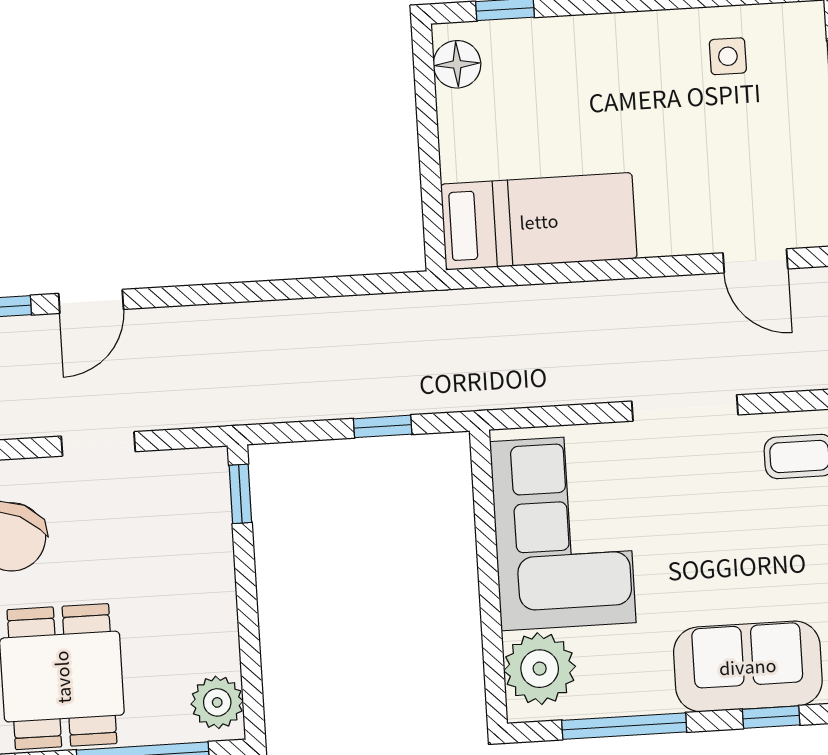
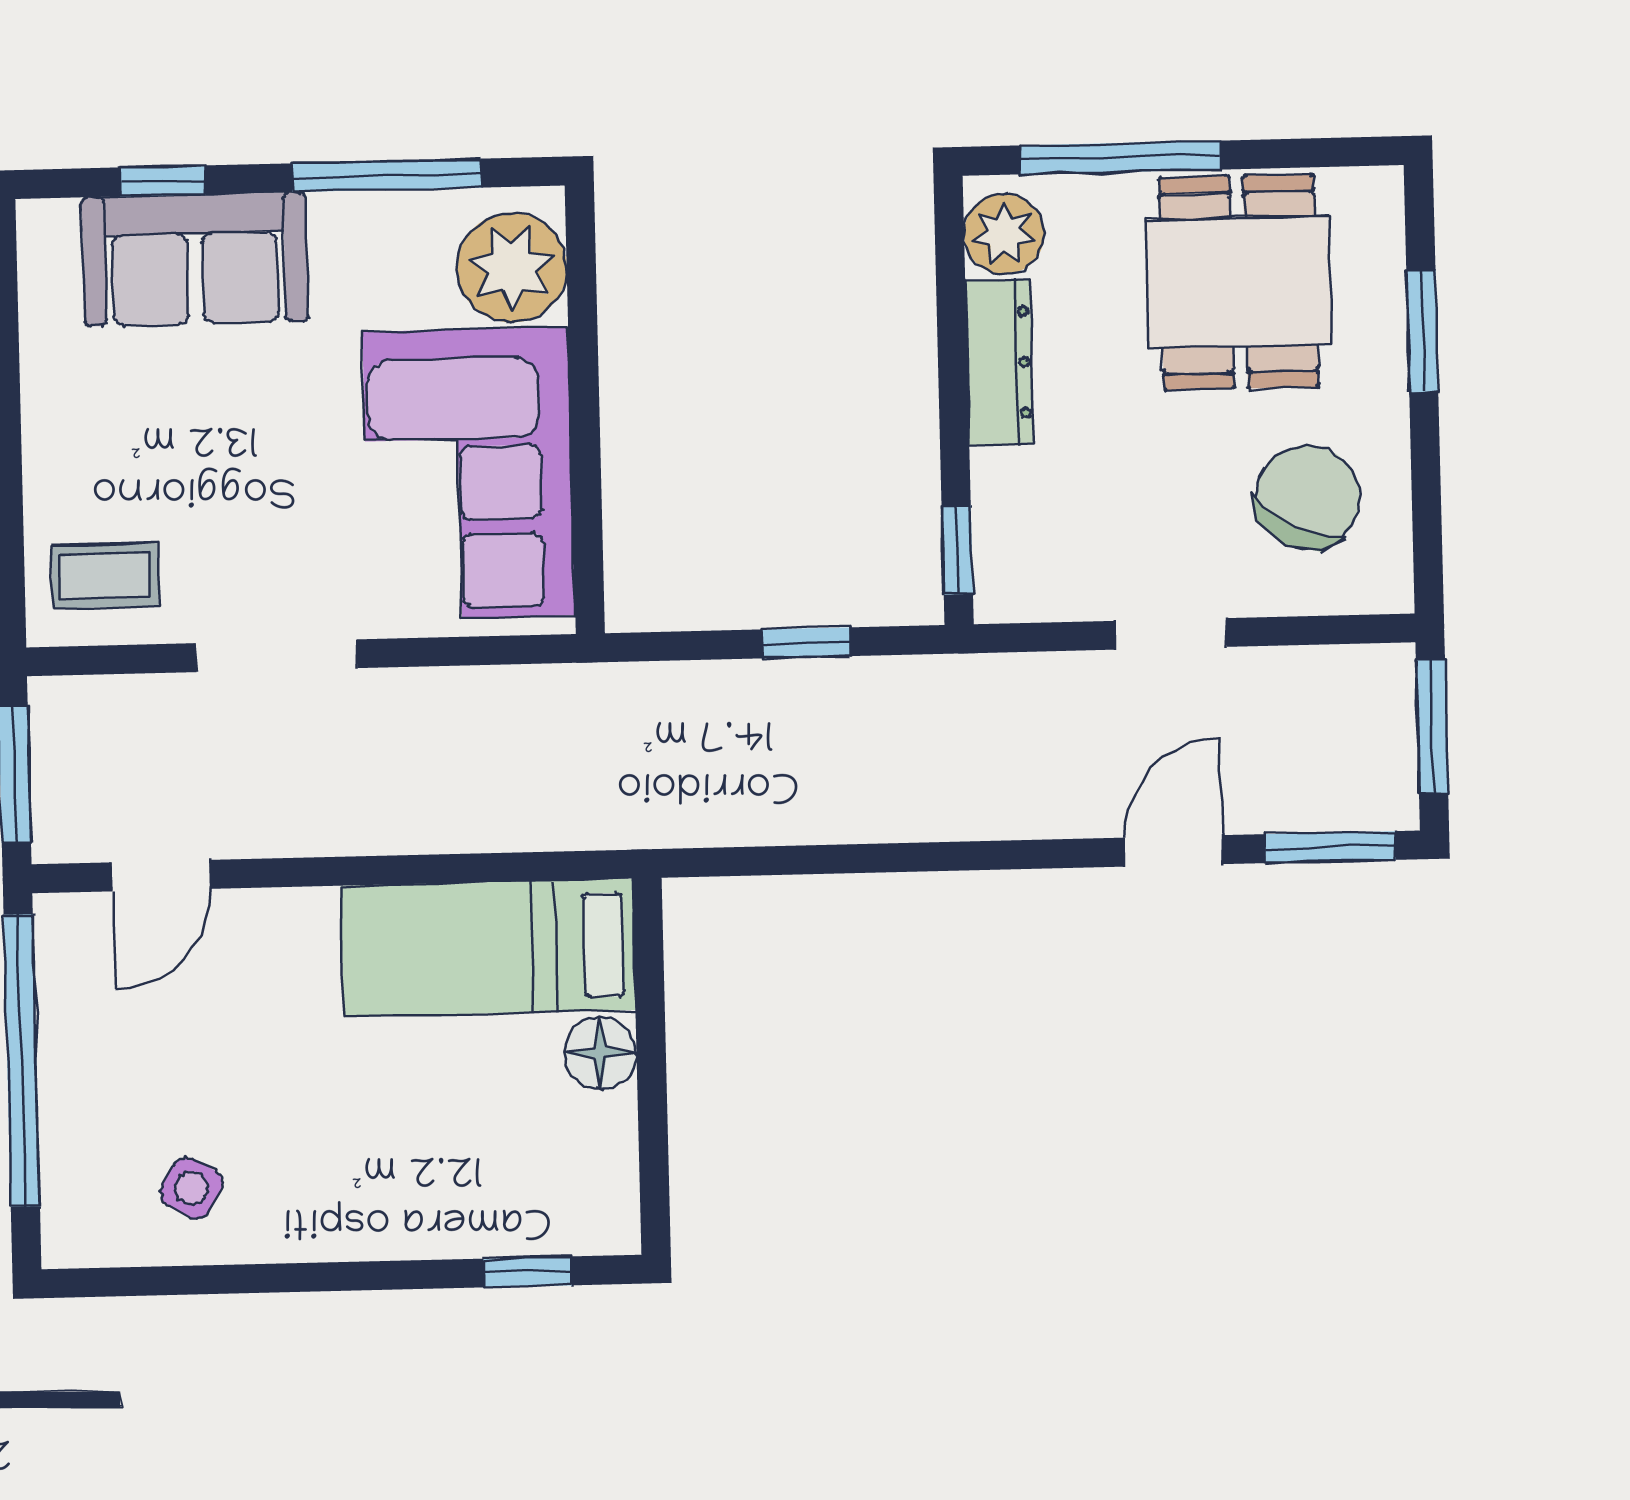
side table: (728, 56) -> (191, 1188), turned 30
floor lamp: (457, 64) -> (600, 1053), moved
door: (755, 261) -> (161, 876), swing flipped
window: (383, 426) -> (806, 643), moved
dresser: (217, 618) -> (999, 363), added

